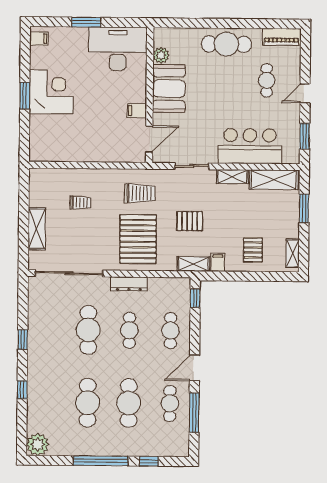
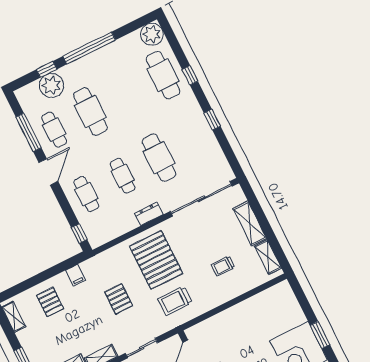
pallet: (190, 221) -> (119, 299), turned 90
shelving: (193, 264) -> (268, 257), moved, turned 90
dresser: (129, 284) -> (149, 214), width x0.70
cafe table: (88, 403) -> (163, 75), moved
plant: (152, 444) -> (51, 85), added

